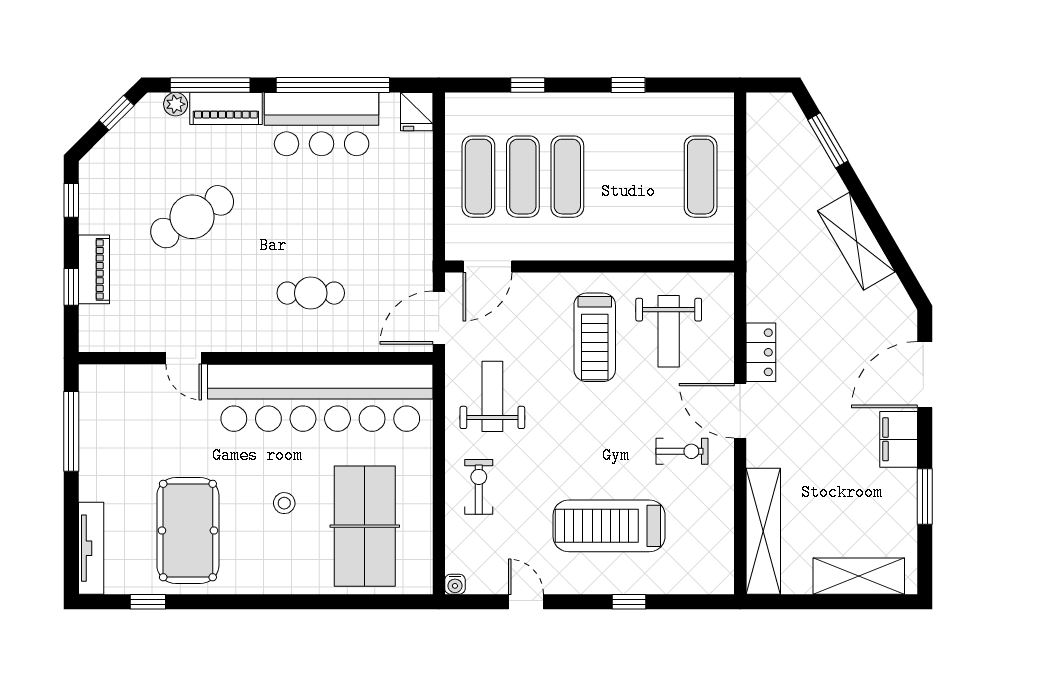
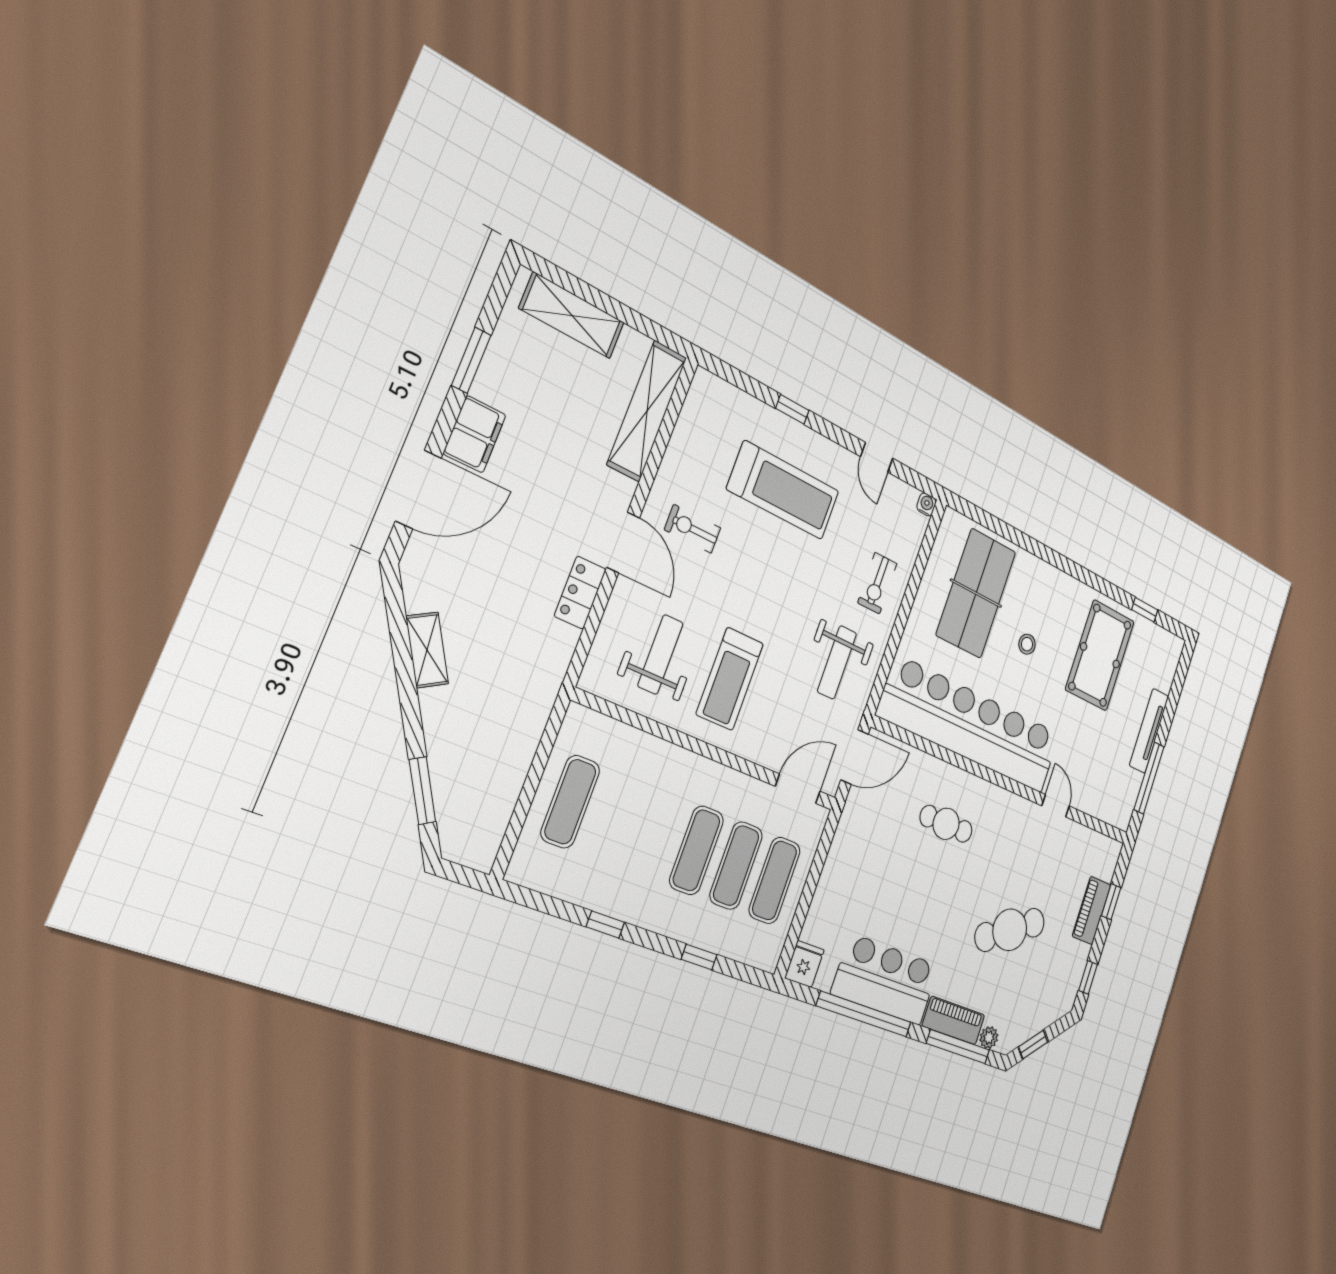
shelving: (856, 241) -> (427, 650), width x0.67, depth x0.75
treadmill: (595, 337) -> (730, 679), turned 180
tv unit: (91, 548) -> (1149, 731), moved

